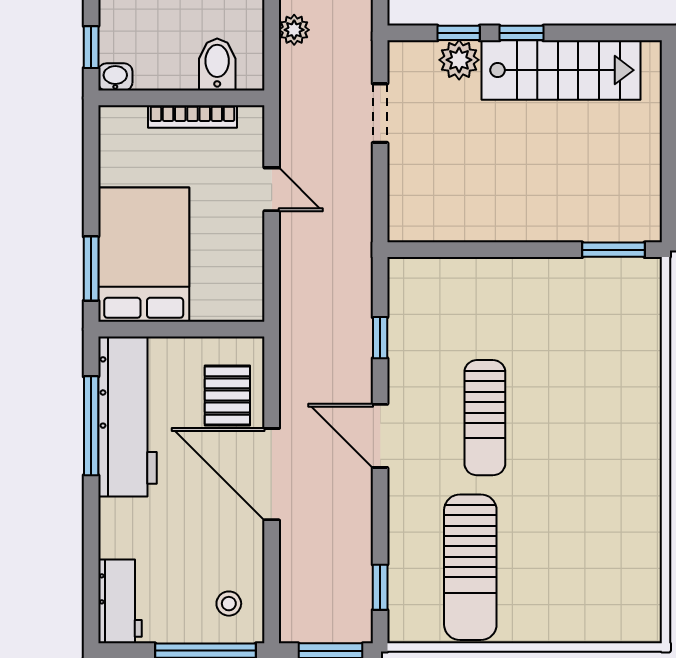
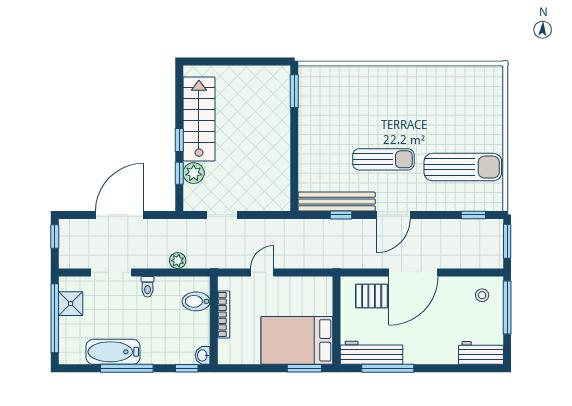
bench: (405, 329) -> (337, 202), added
workbench: (127, 417) -> (372, 353), width x0.73, depth x0.76

